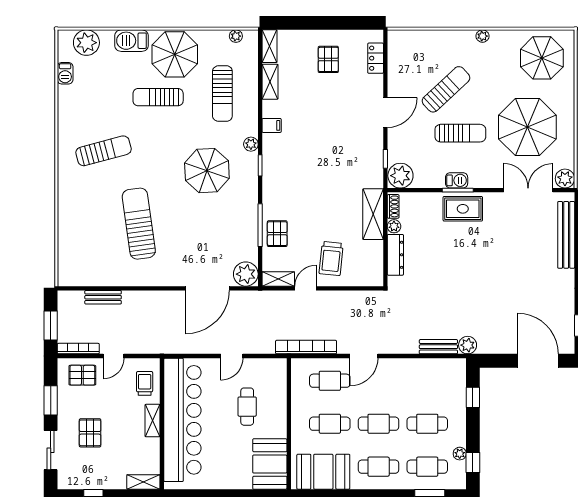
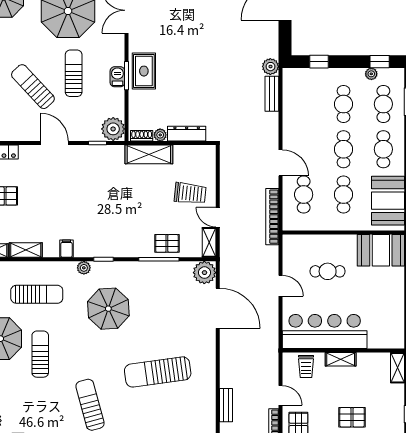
sun lounger: (158, 97) -> (40, 354), turned 180
trolley: (145, 383) -> (306, 367), turned -90
bar counter: (182, 420) -> (325, 331), width x0.73

